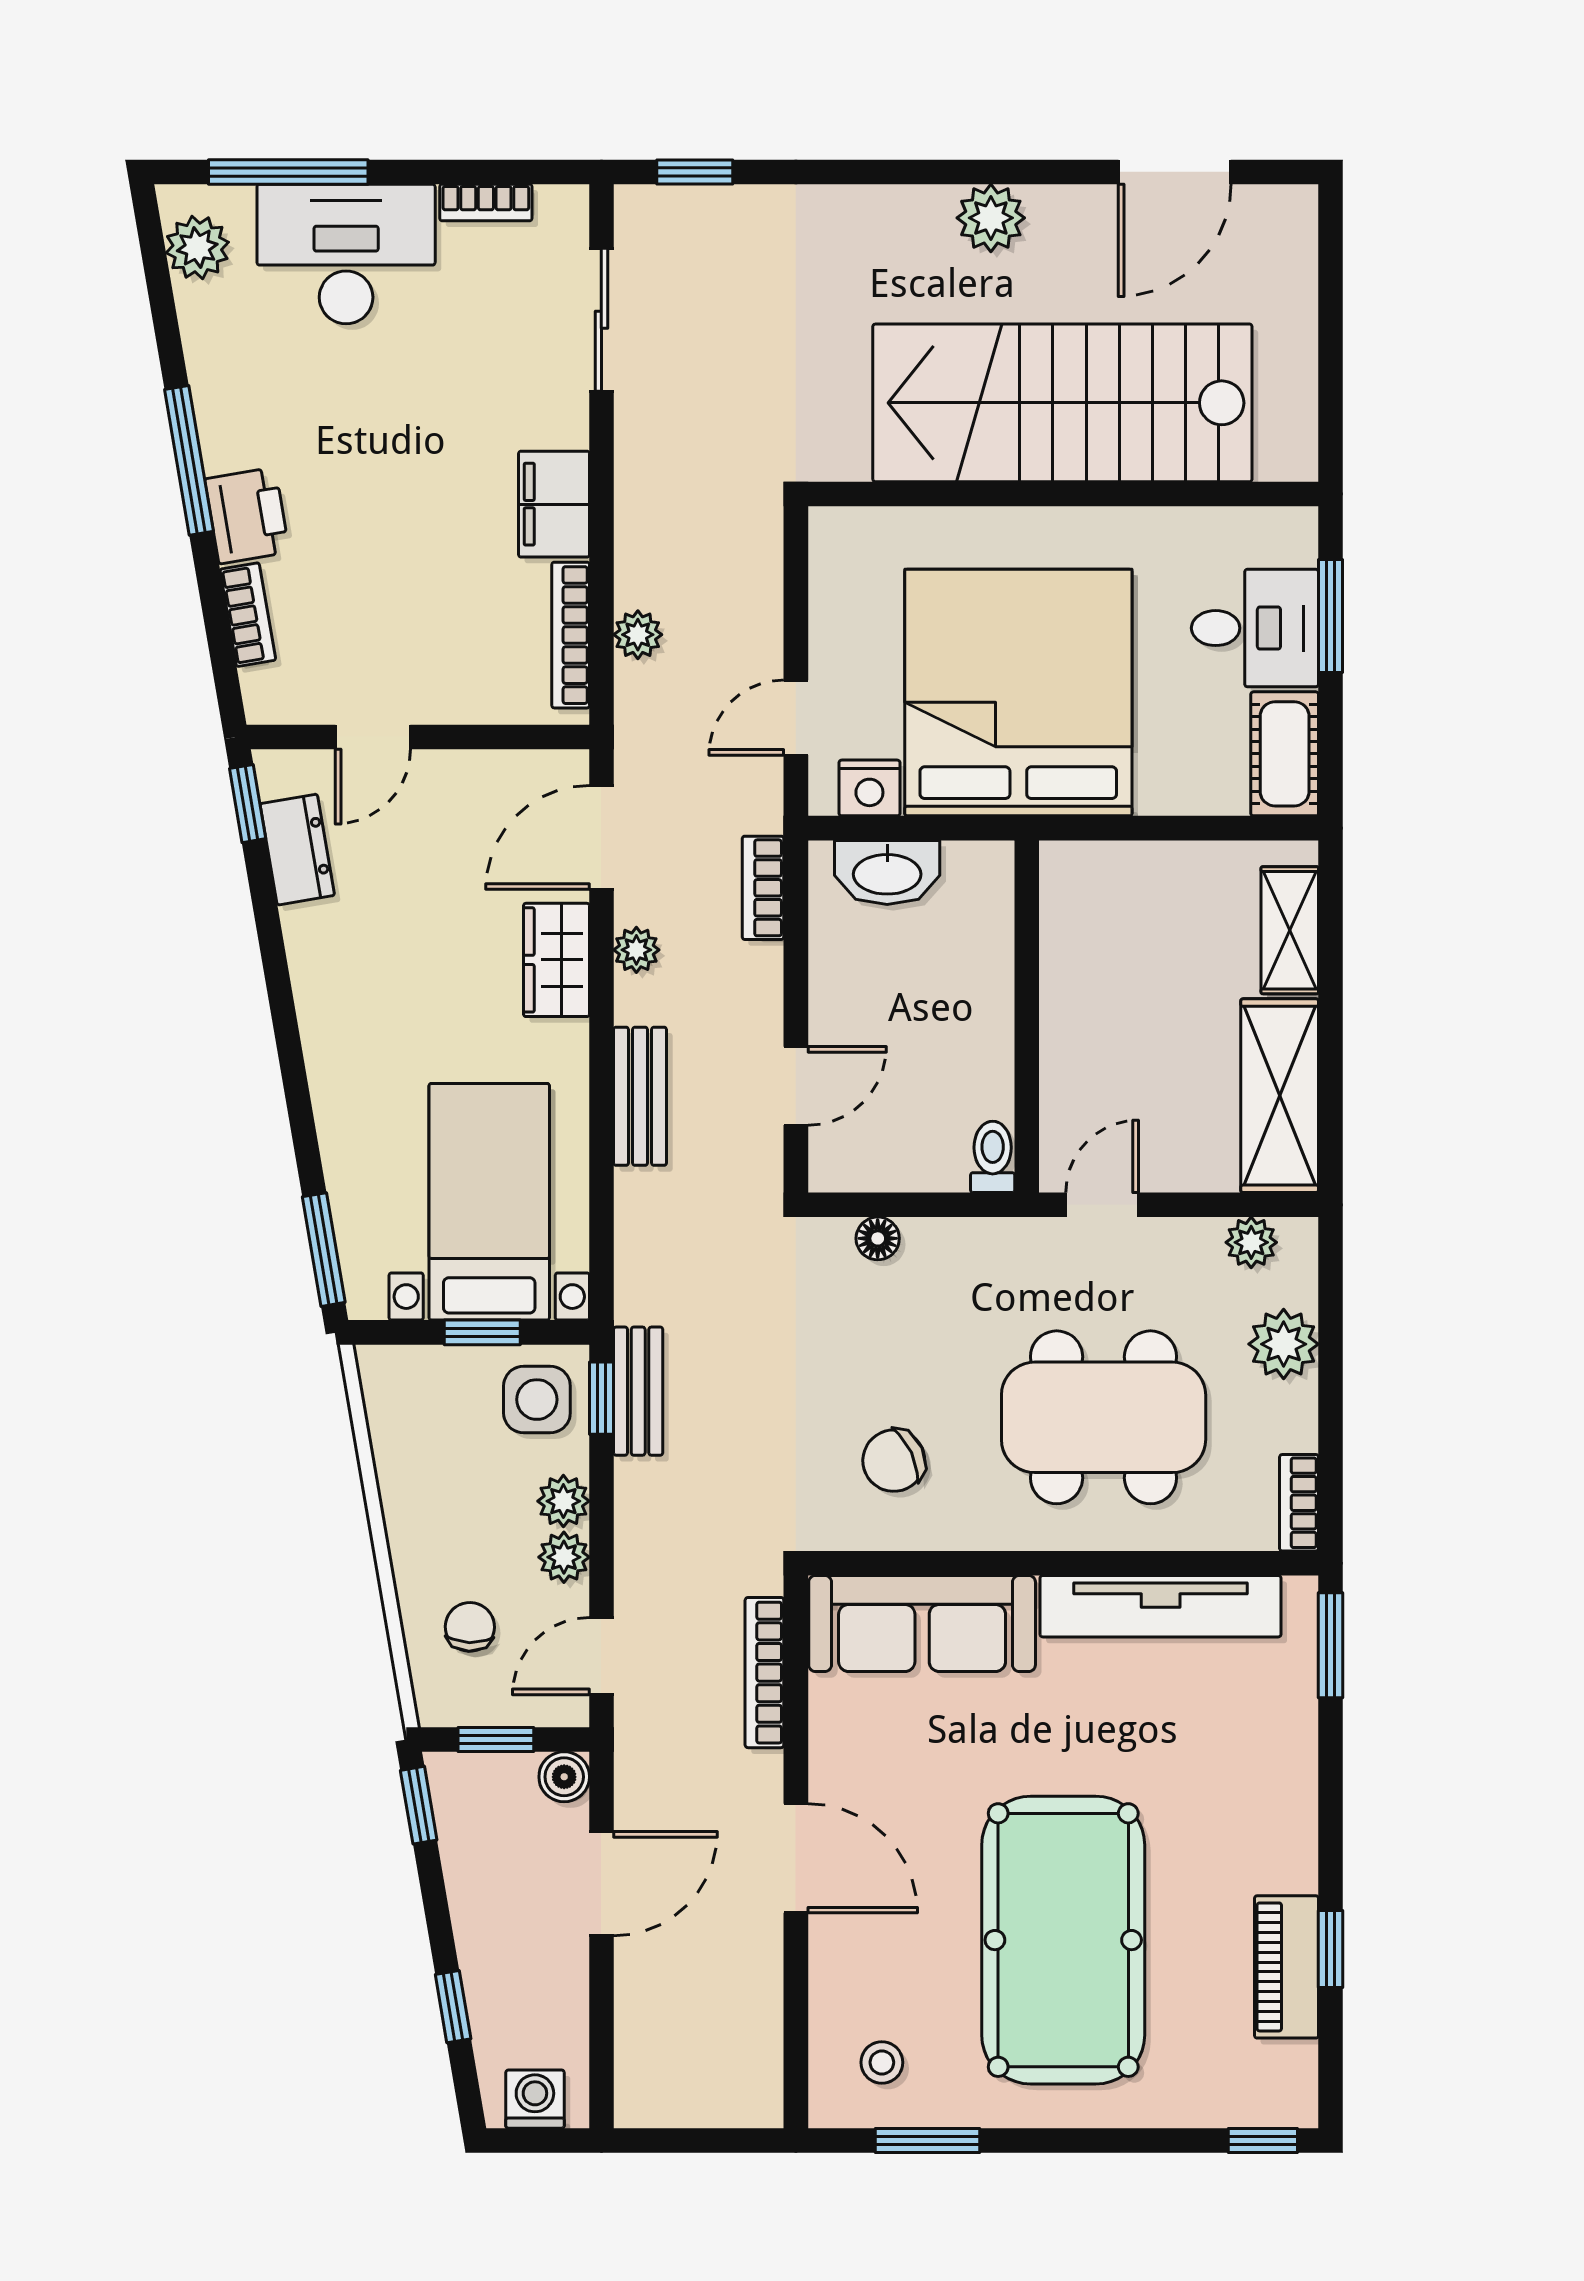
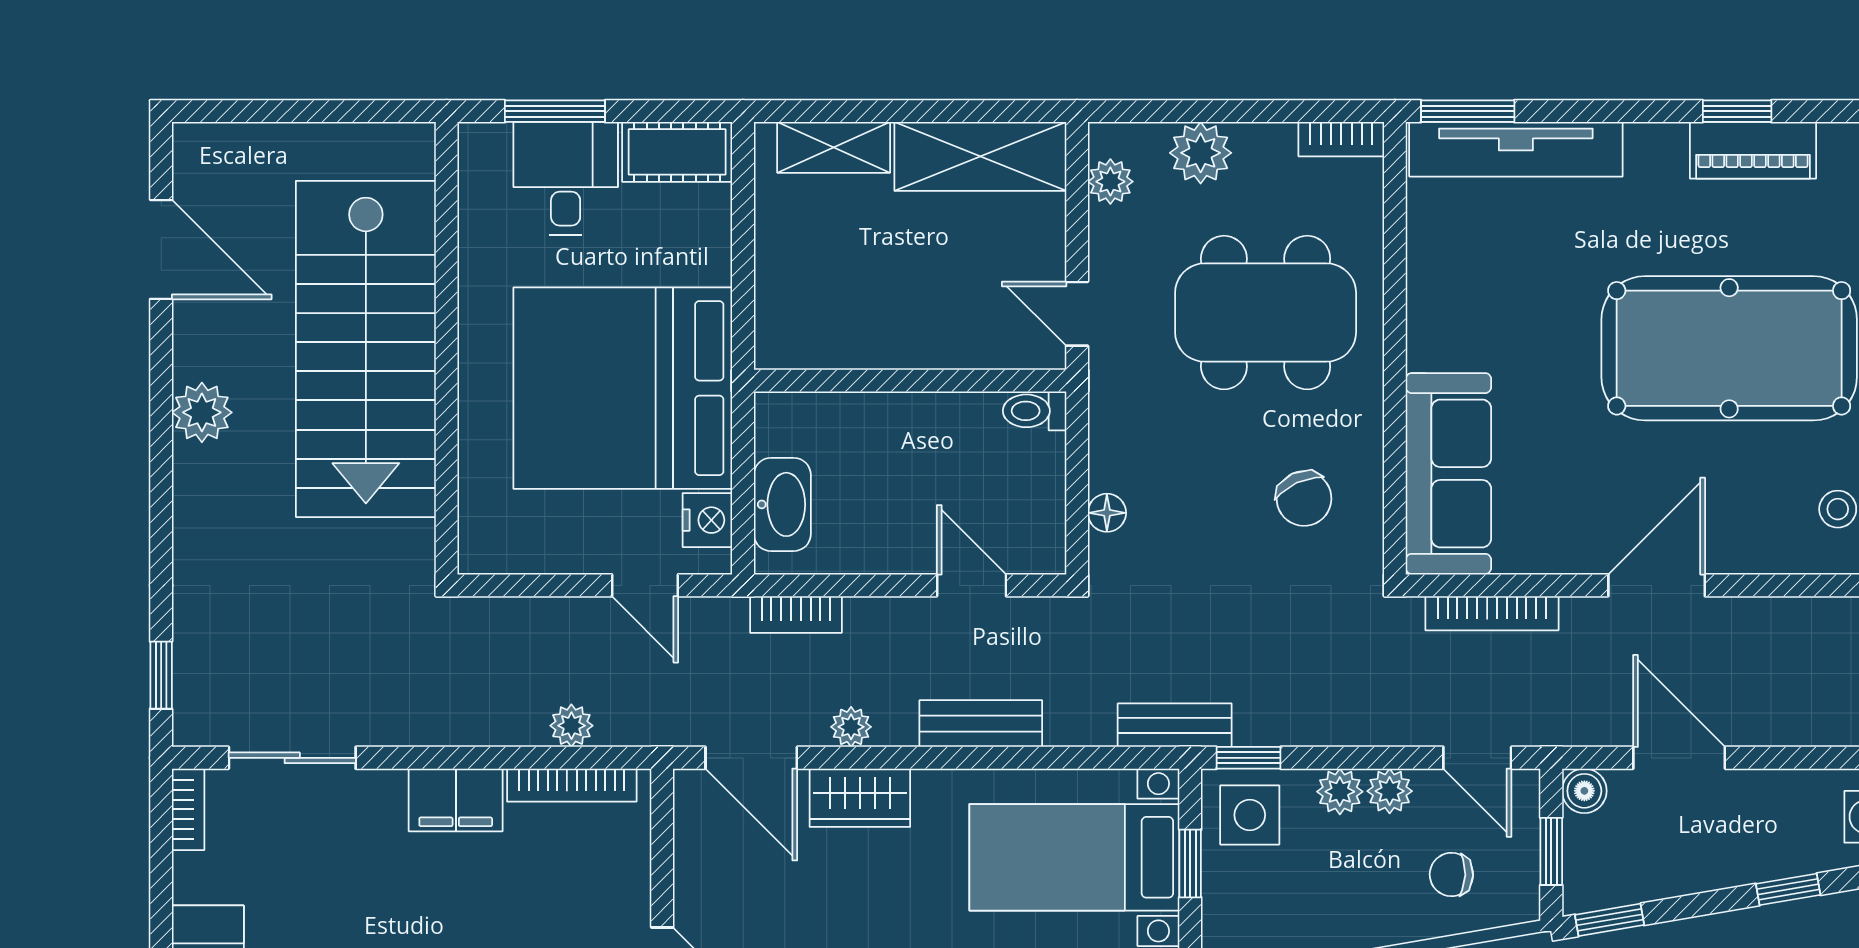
bookcase: (486, 203) -> (188, 809), moved
bench: (638, 1391) -> (1175, 725), moved
dining table: (1104, 1417) -> (1266, 313), turned 90
tv unit: (1161, 1606) -> (1516, 149), moved, turned 90

